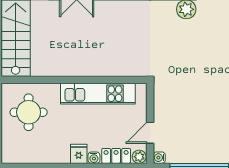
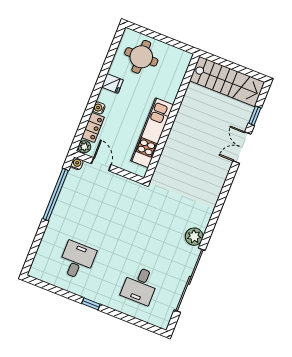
round table: (29, 112) -> (141, 57), moved
fridge: (79, 154) -> (112, 83), moved

